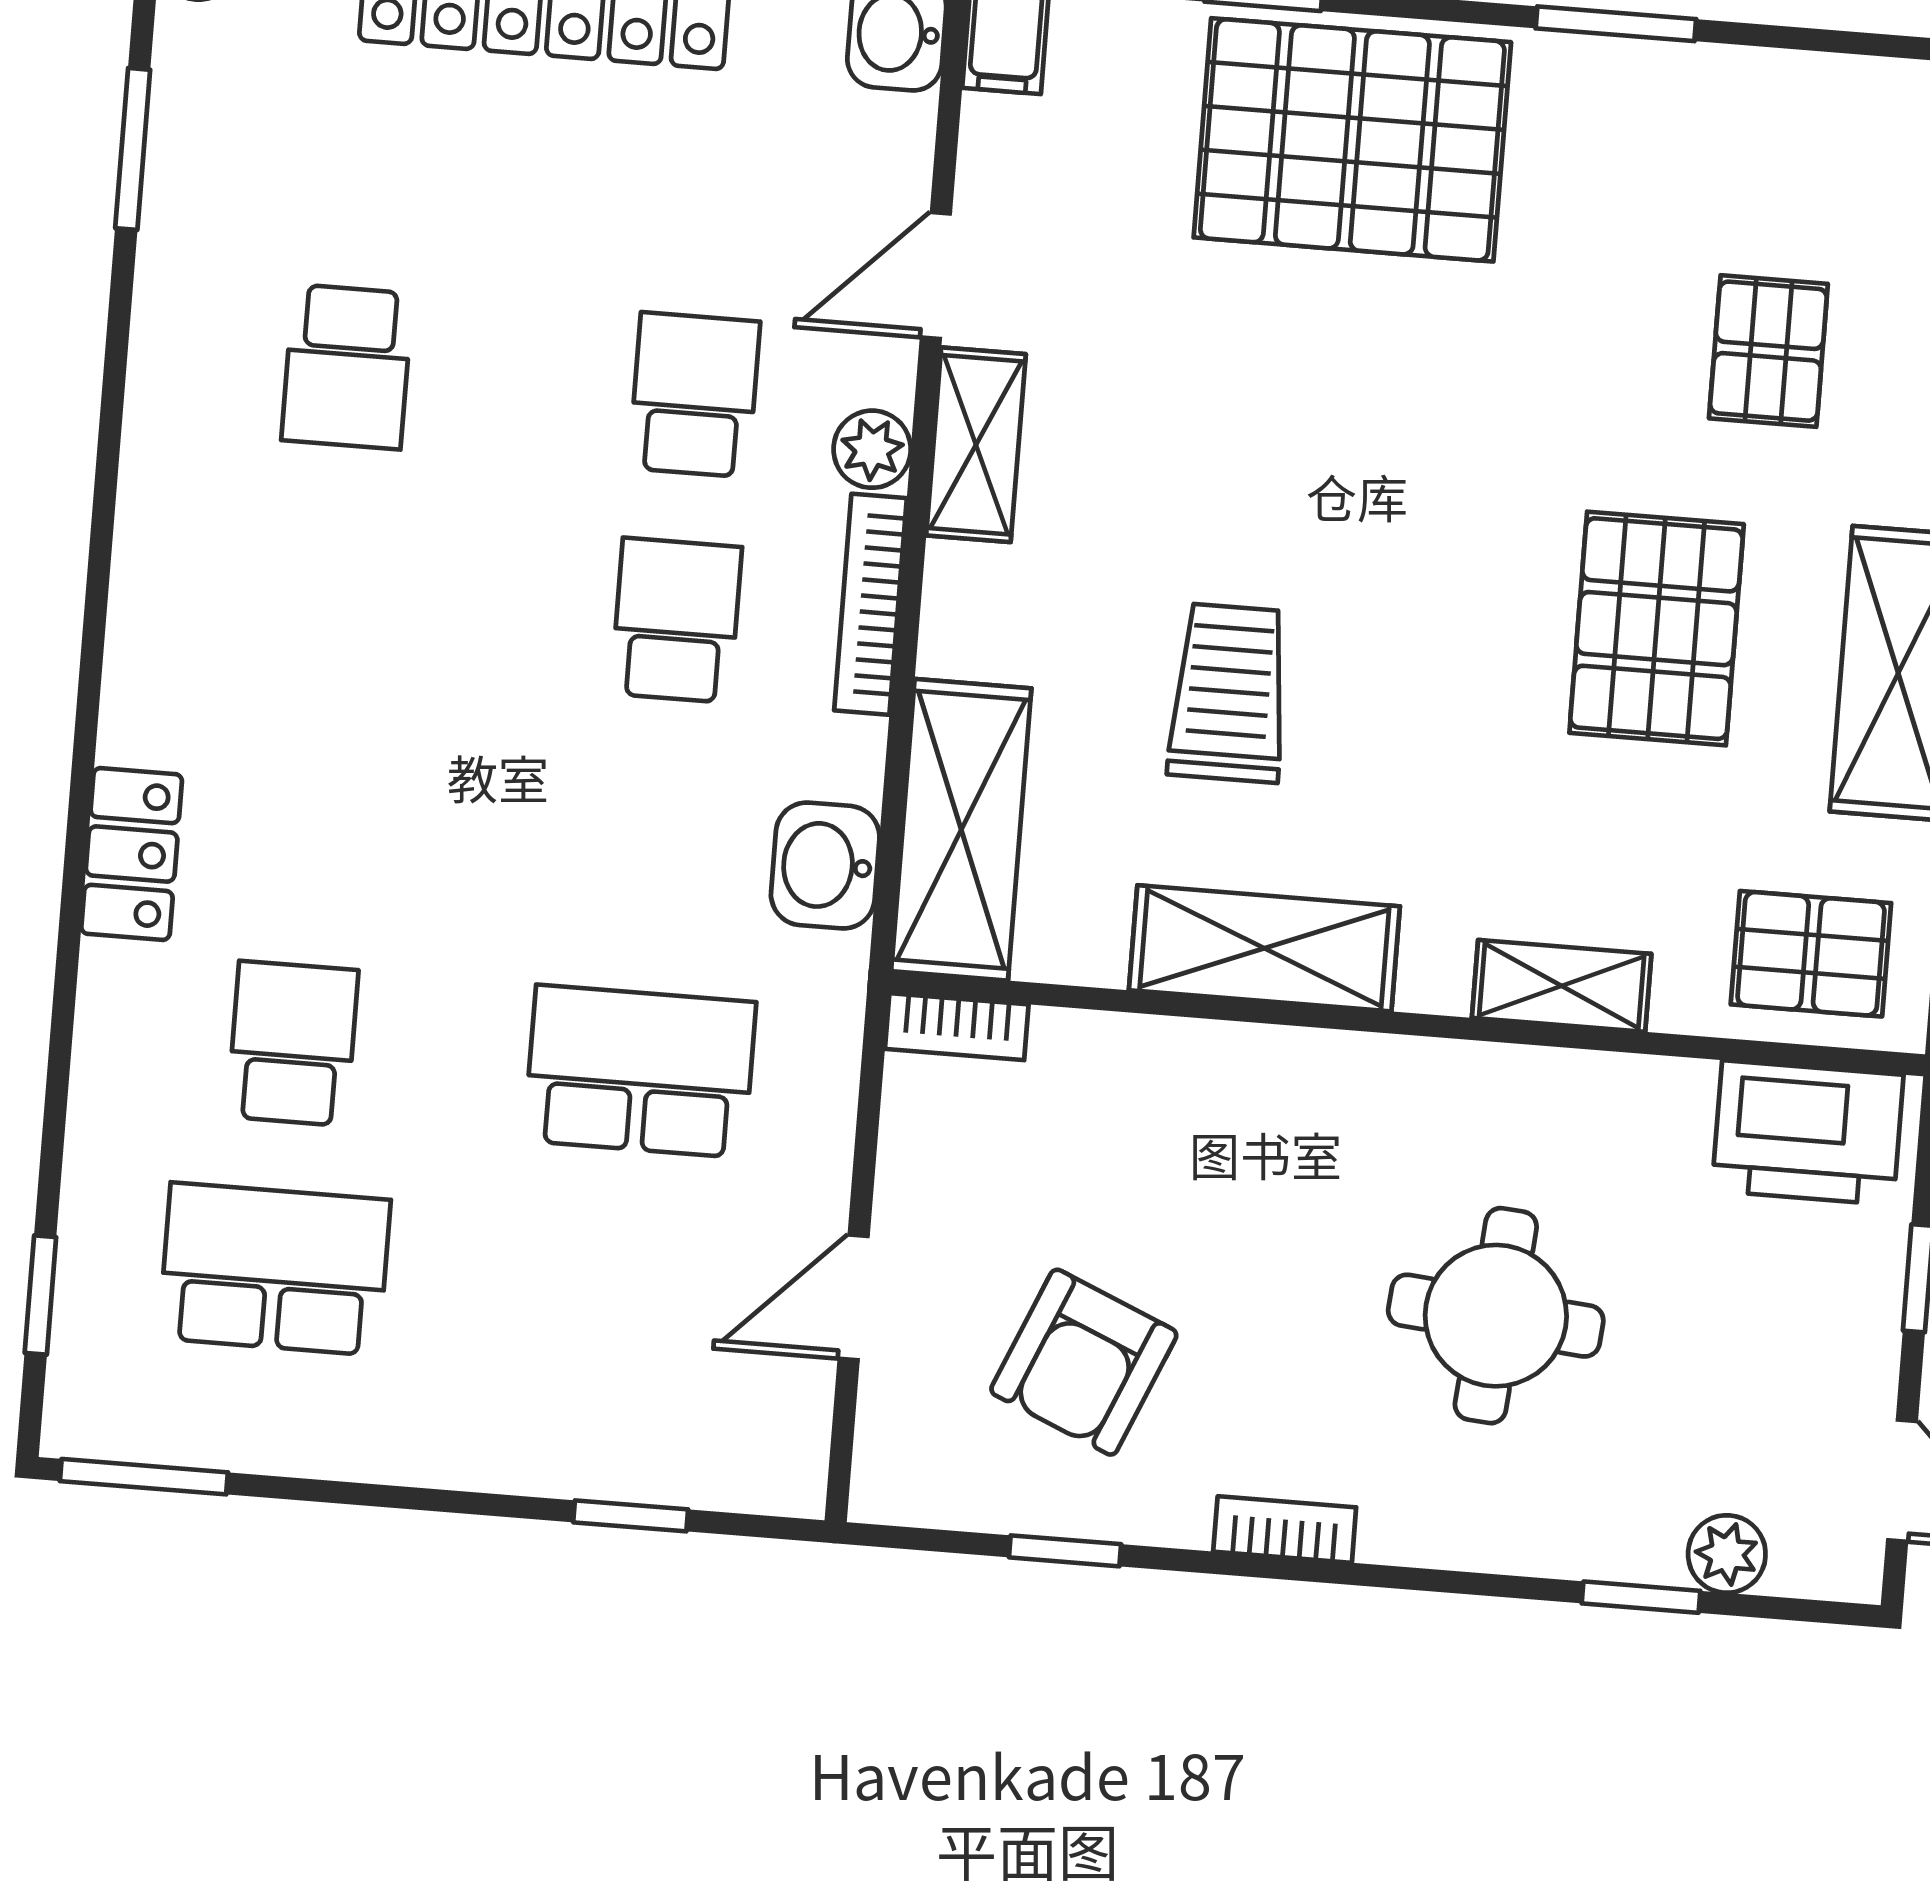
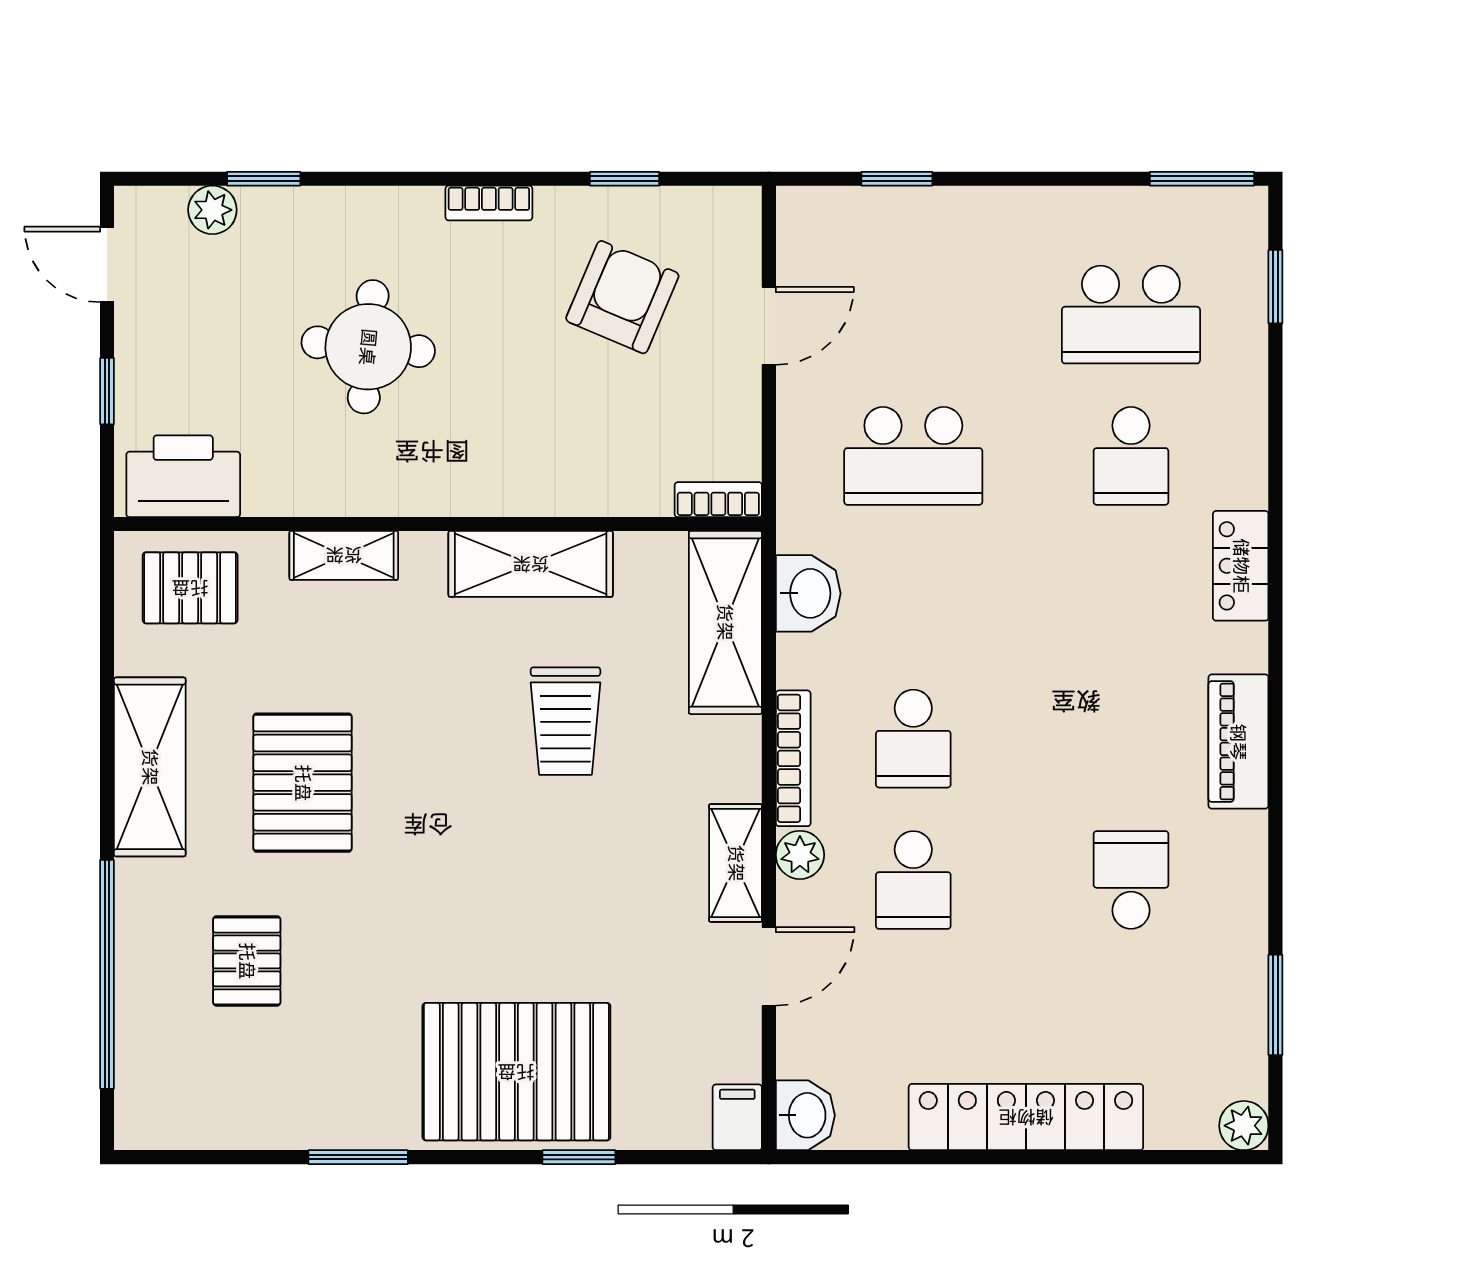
piano: (158, 574) -> (1238, 742), added

